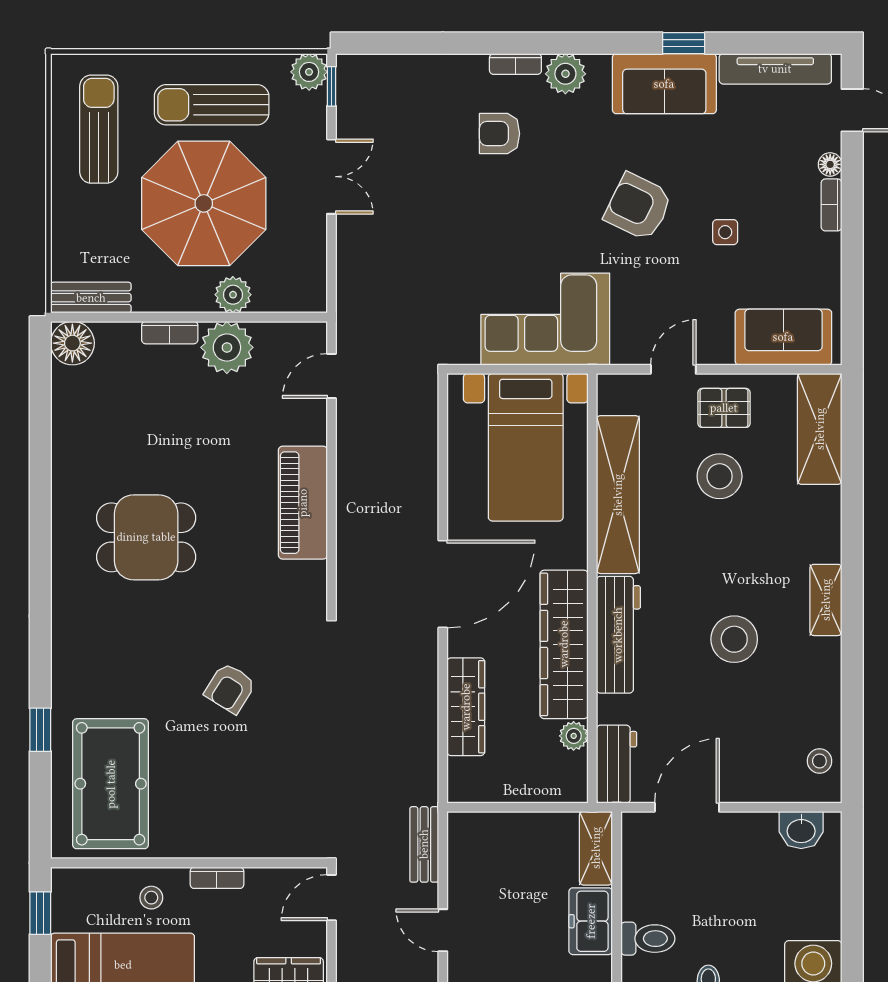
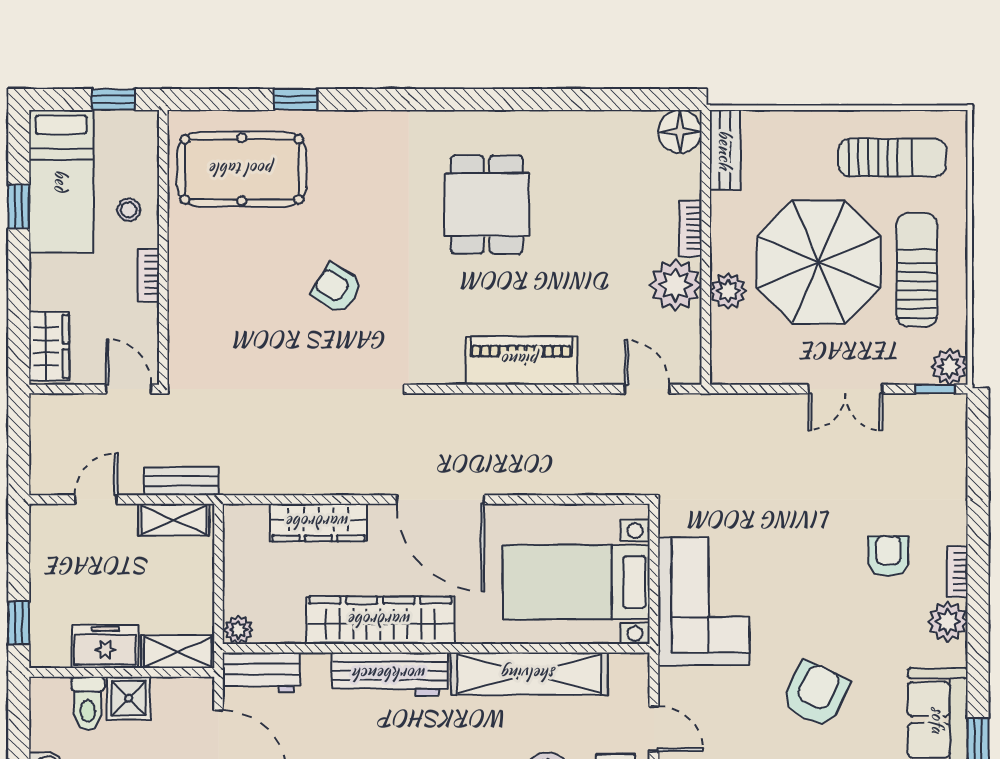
plant: (574, 736) -> (238, 630), moved
shelving: (463, 852) -> (174, 520), added
shower: (643, 898) -> (129, 698), added

